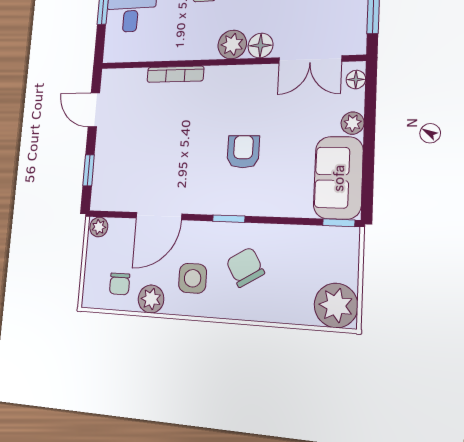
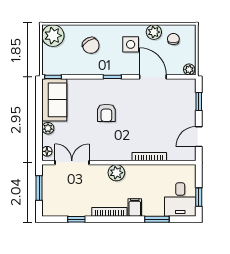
floor lamp: (260, 46) -> (100, 171), removed
door: (94, 110) -> (199, 137), swing flipped
door: (159, 216) -> (153, 77), hinge flipped
chair: (245, 267) -> (91, 45), moved

